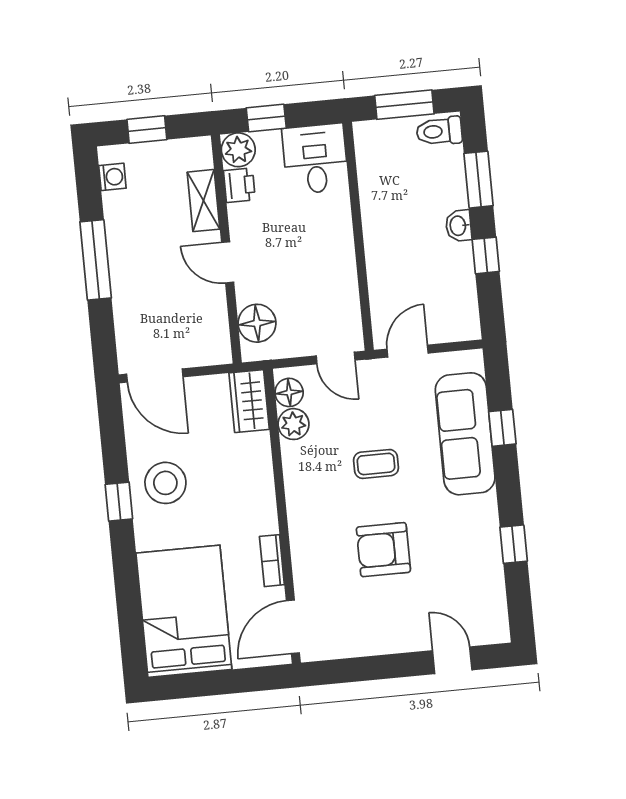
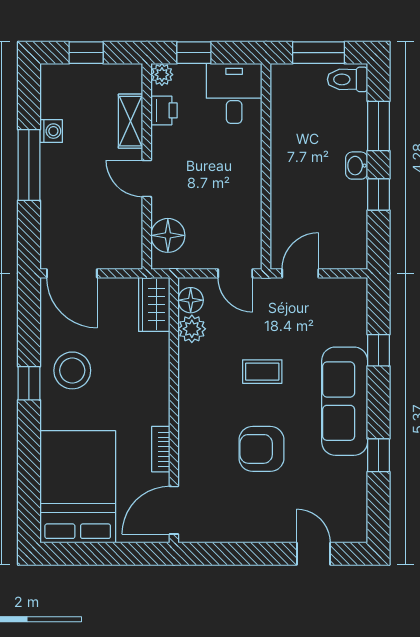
plant: (238, 150) -> (162, 75), width x0.73, depth x0.73
washing machine: (112, 177) -> (51, 131), moved
sofa: (465, 434) -> (345, 401), moved

